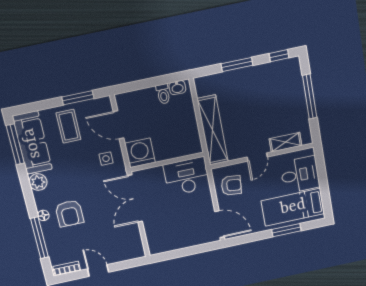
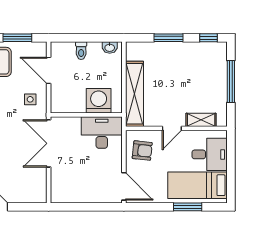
toilet: (163, 94) -> (81, 51), moved
washing machine: (140, 153) -> (99, 101), moved

